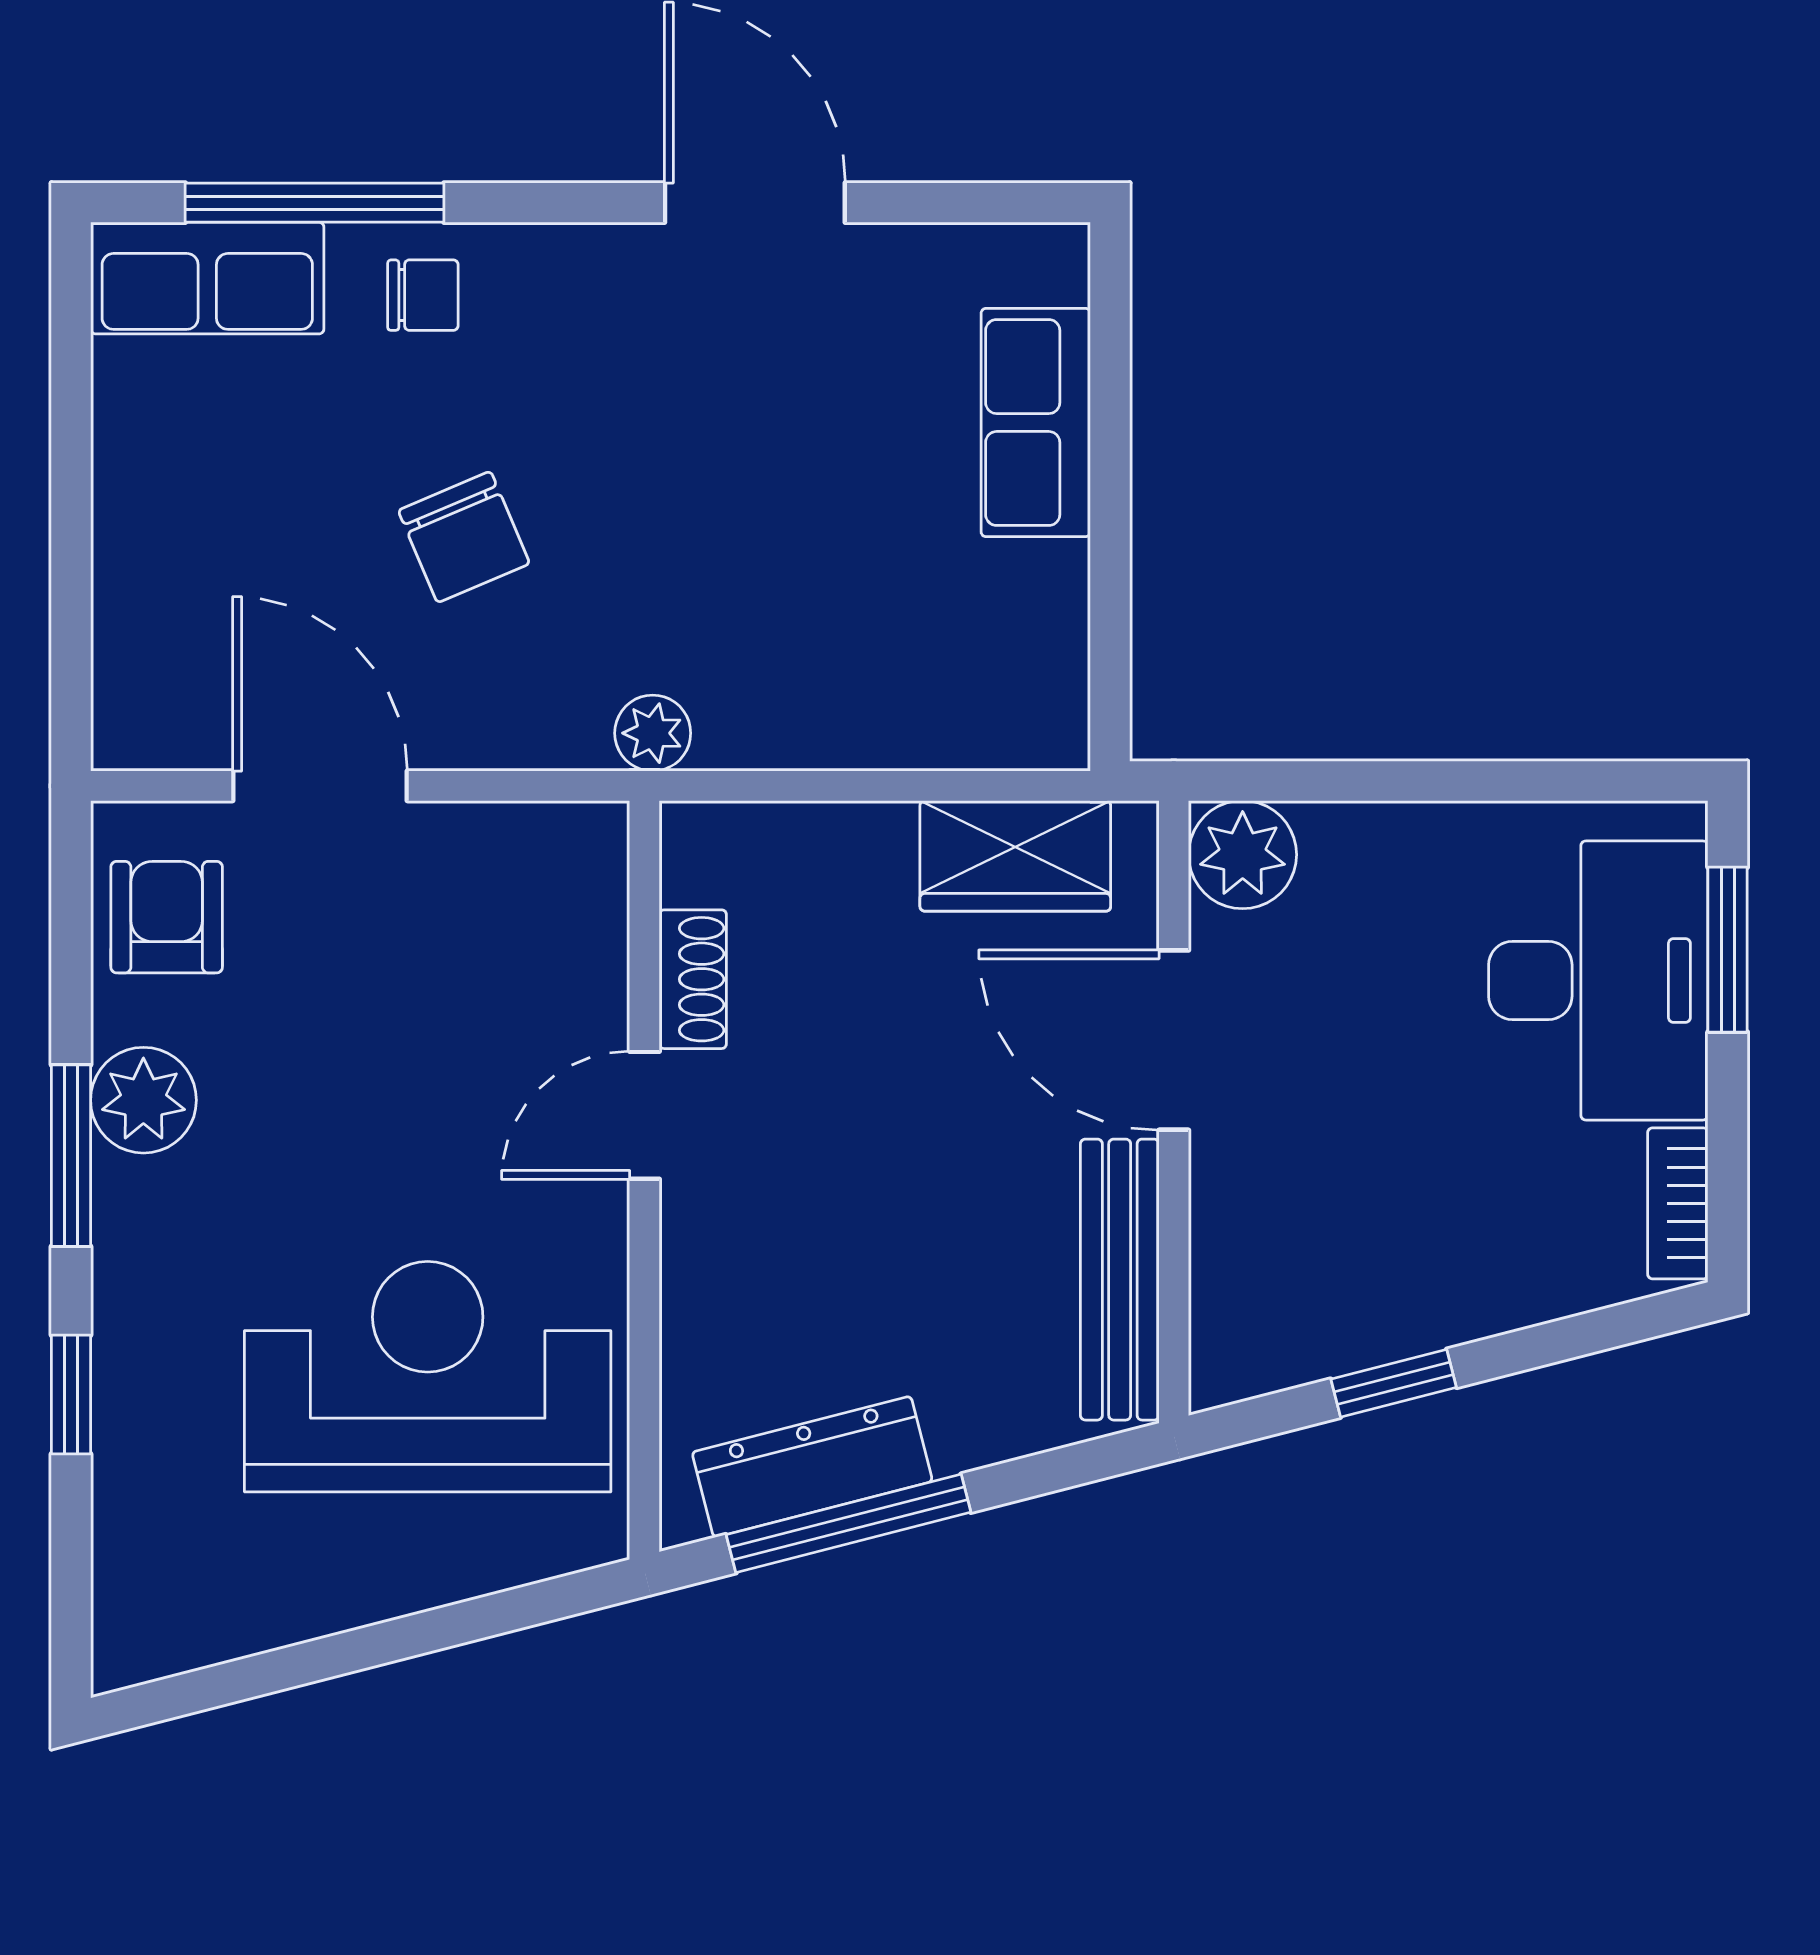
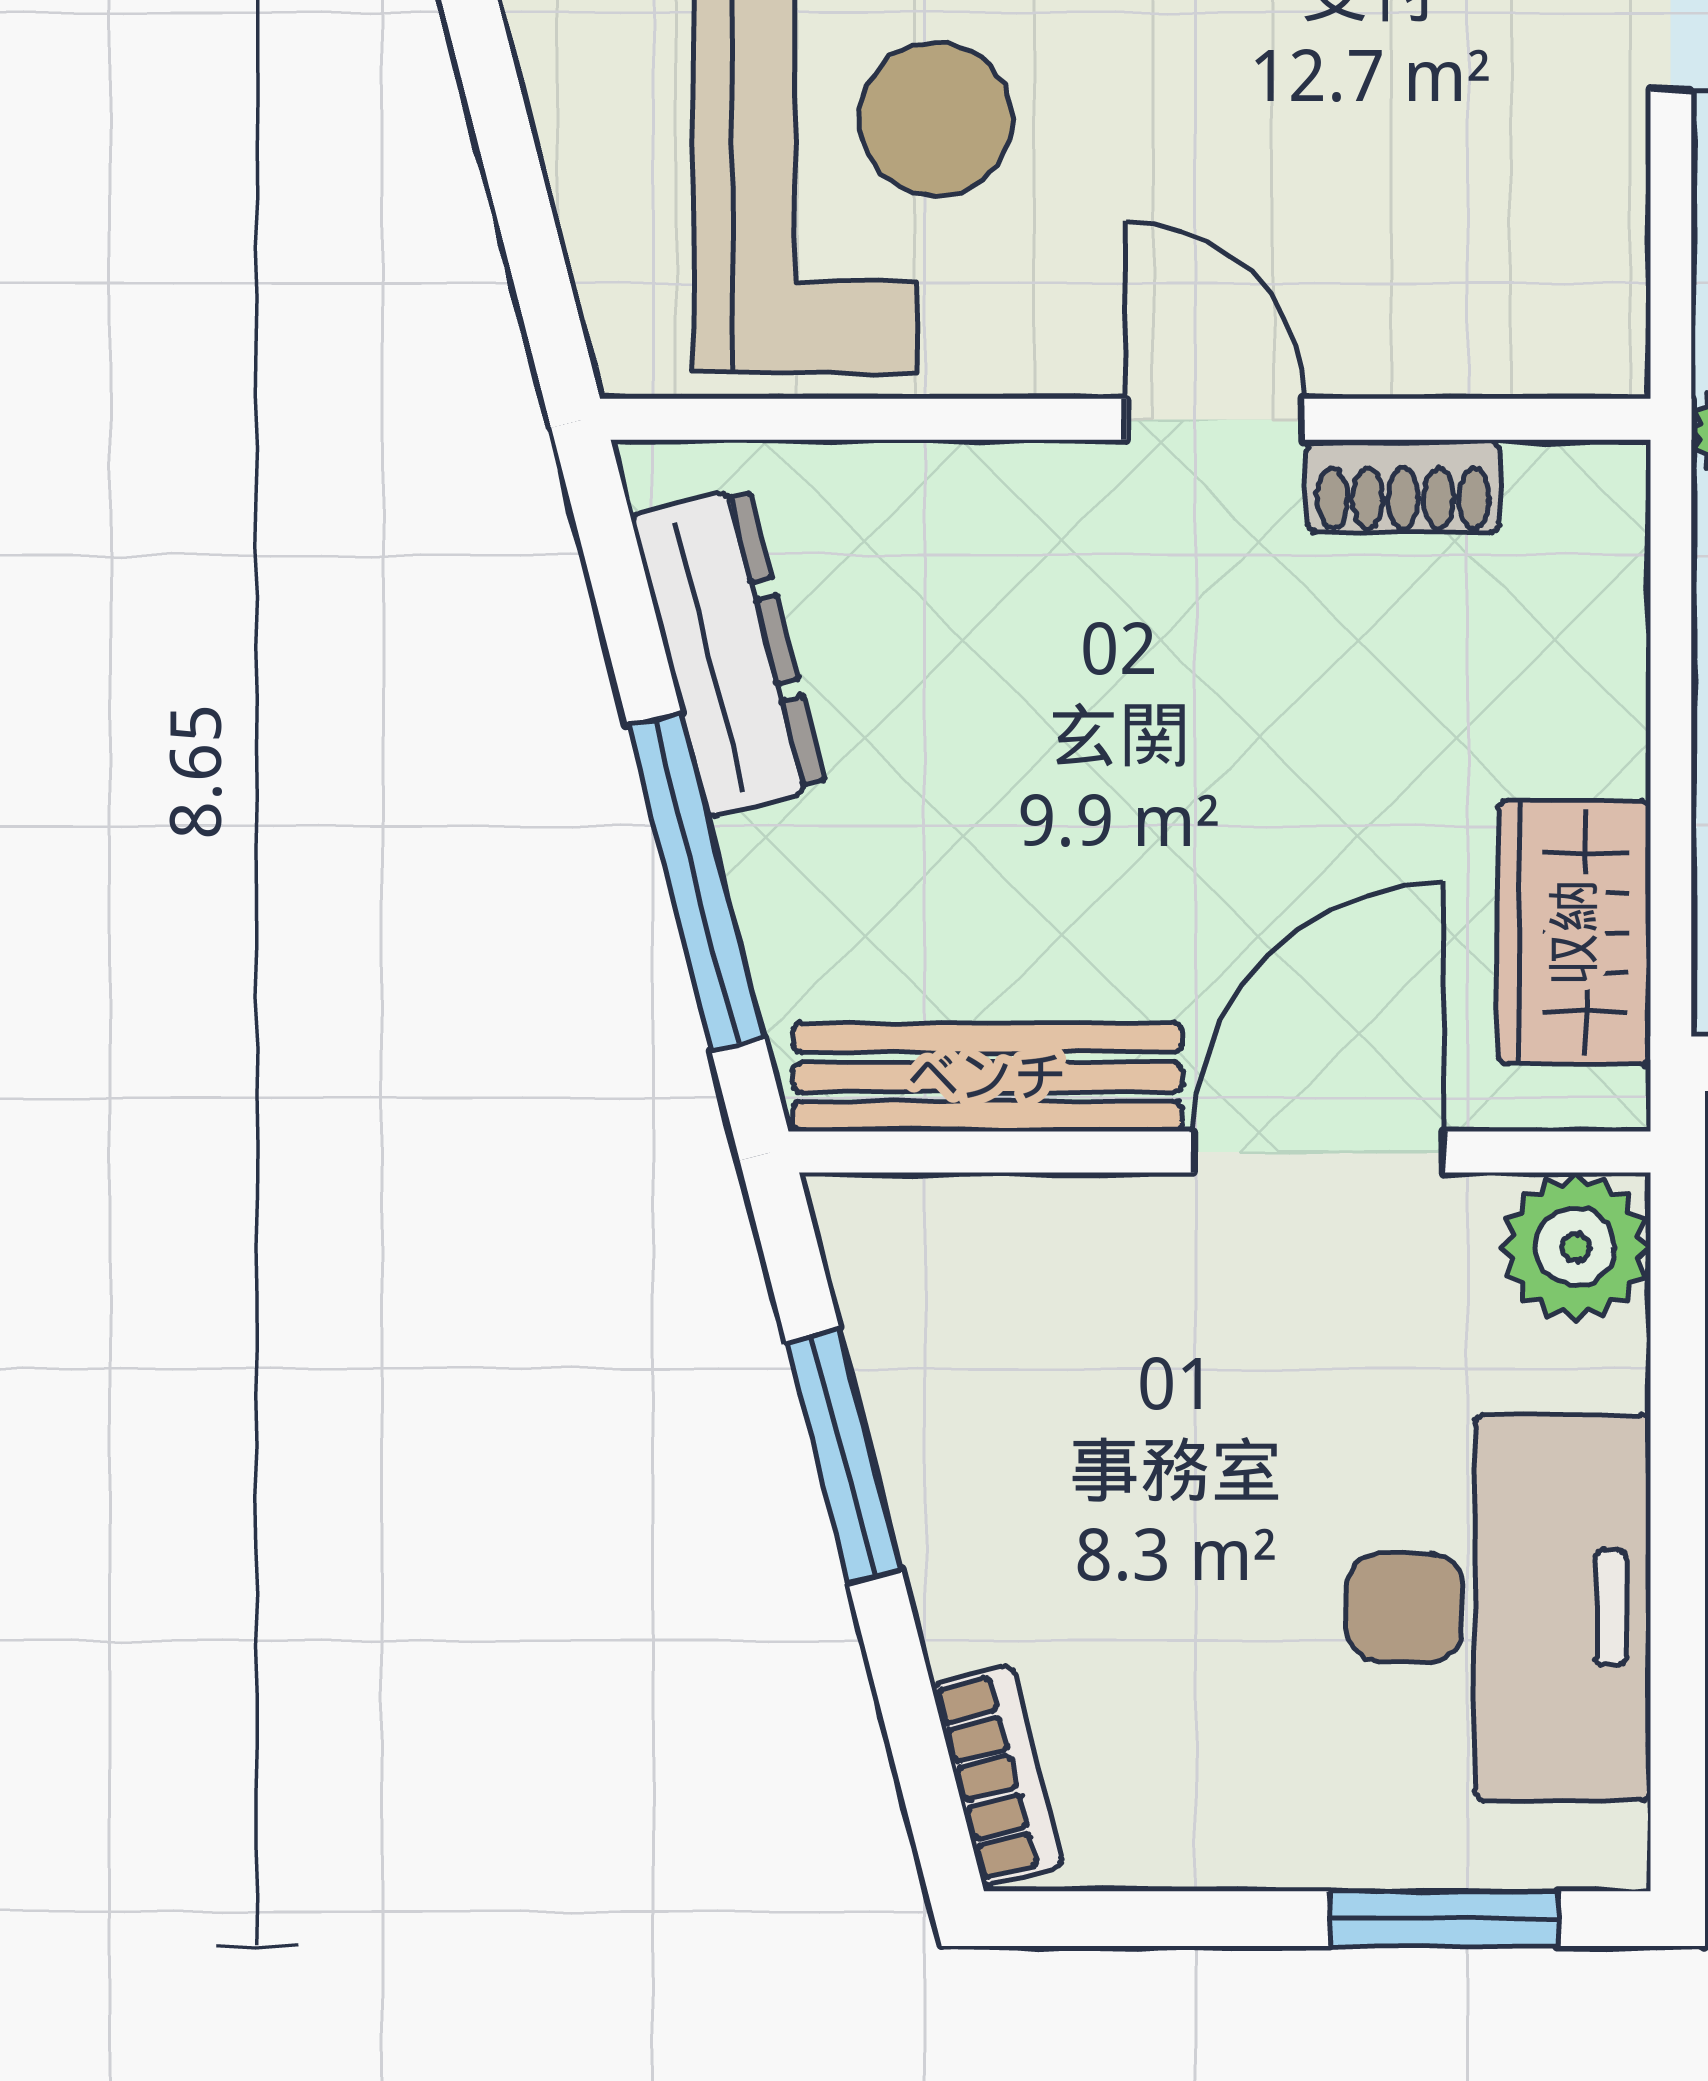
desk: (1598, 980) -> (1499, 1608), moved, turned -90
bookcase: (1678, 1203) -> (997, 1775), moved, turned 76
window: (1394, 1383) -> (844, 1456), width x1.50
window: (848, 1523) -> (696, 882), moved

